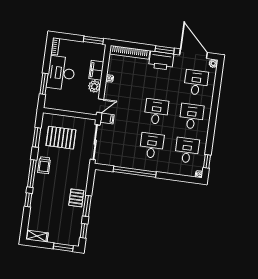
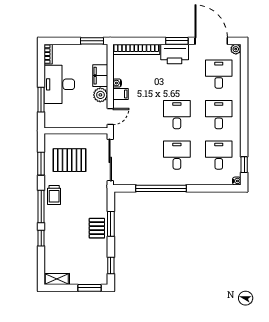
filing cabinet: (107, 119) -> (120, 94), moved
window: (87, 206) -> (111, 224), moved

